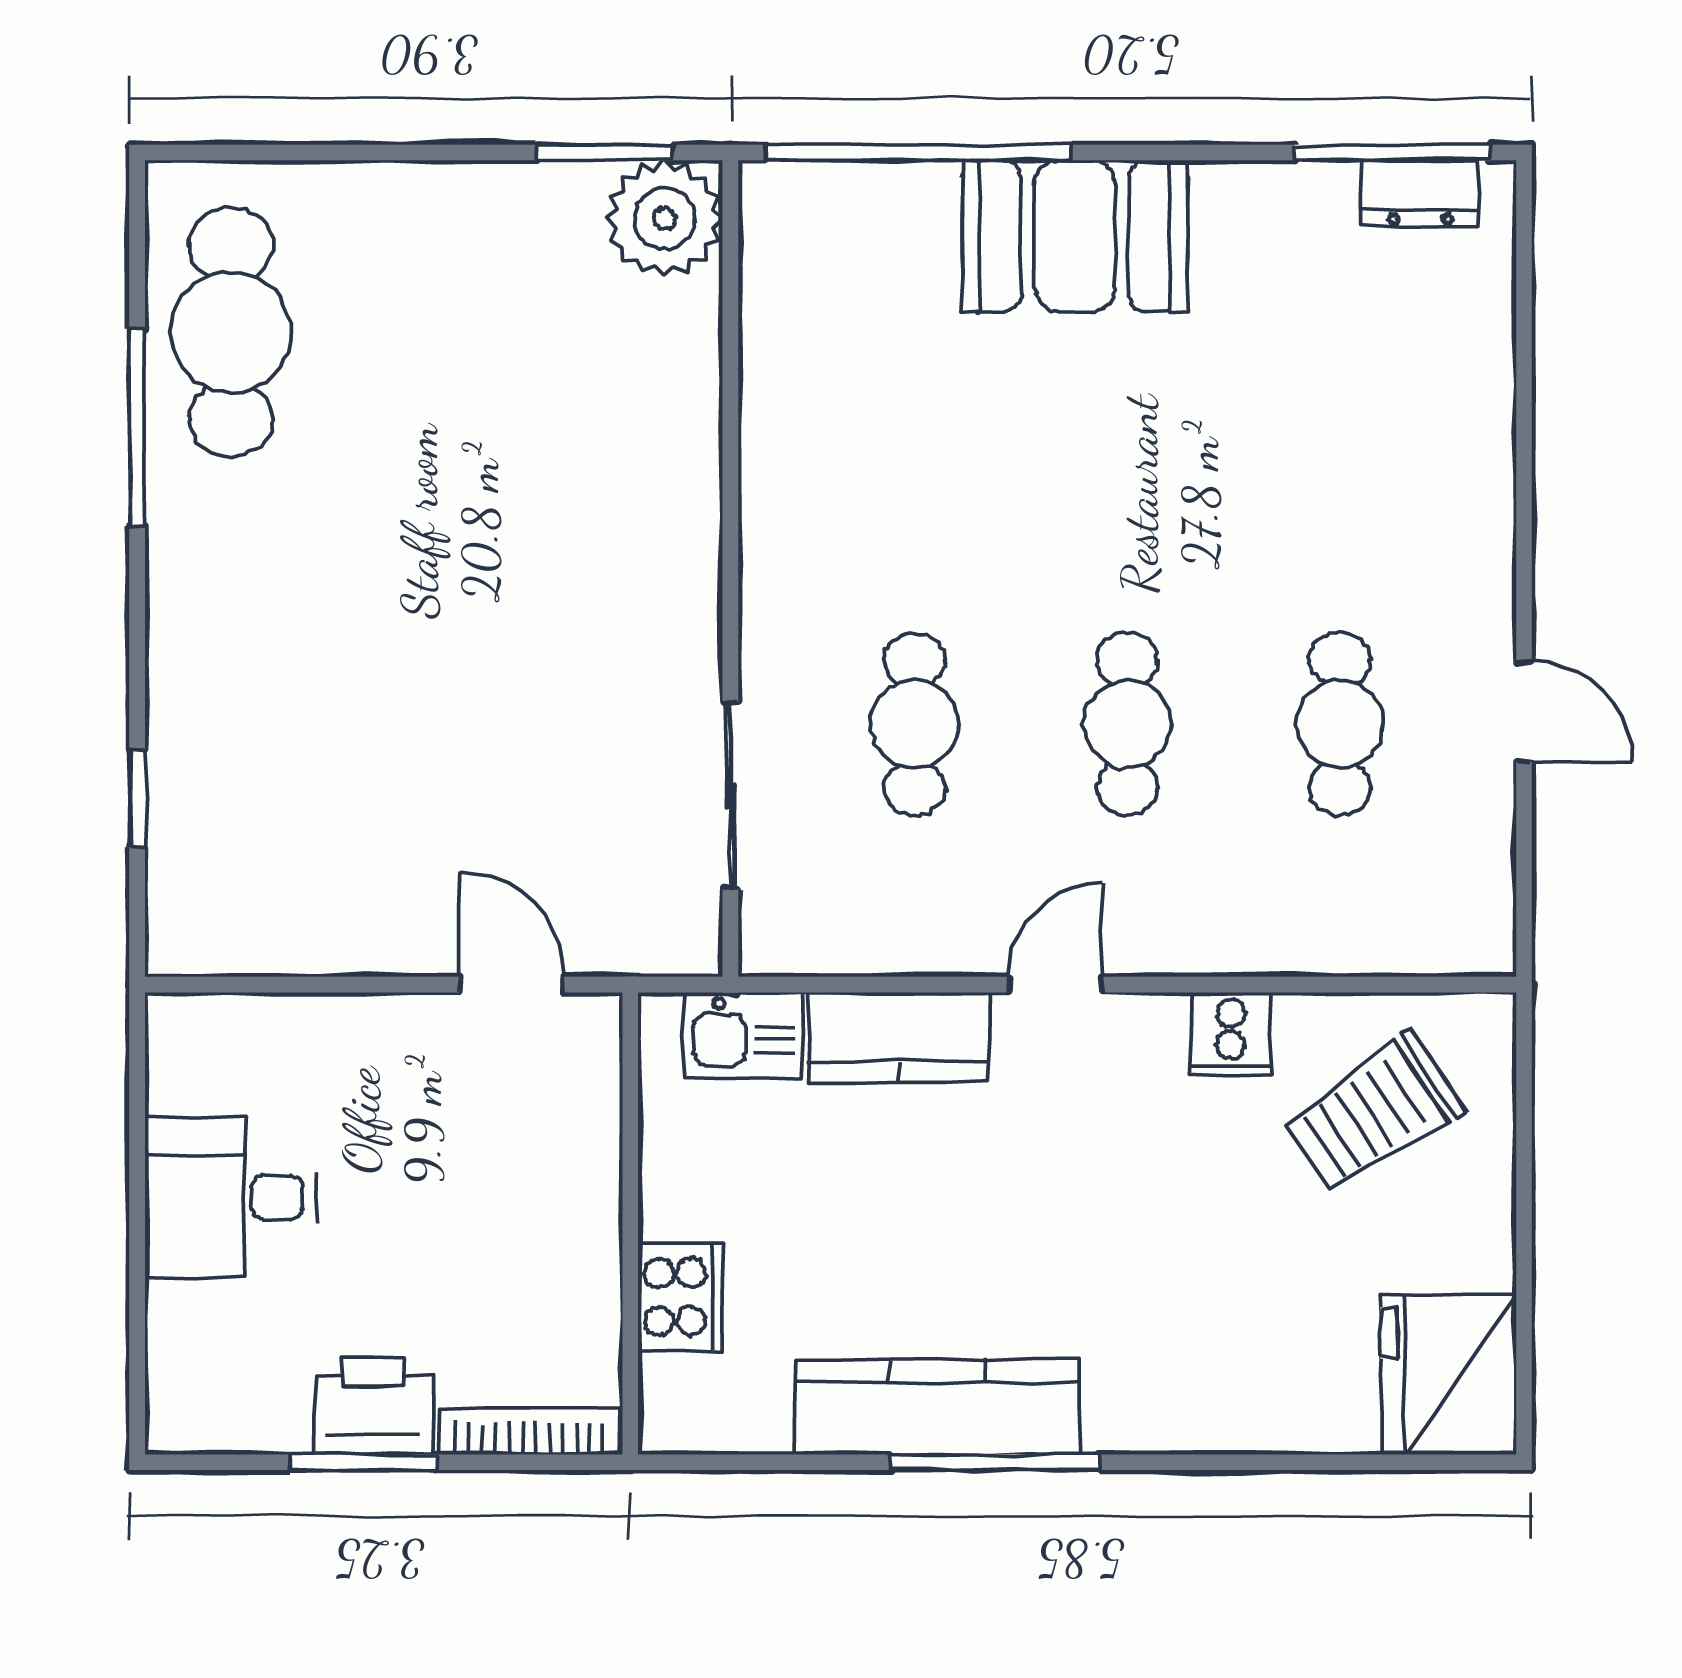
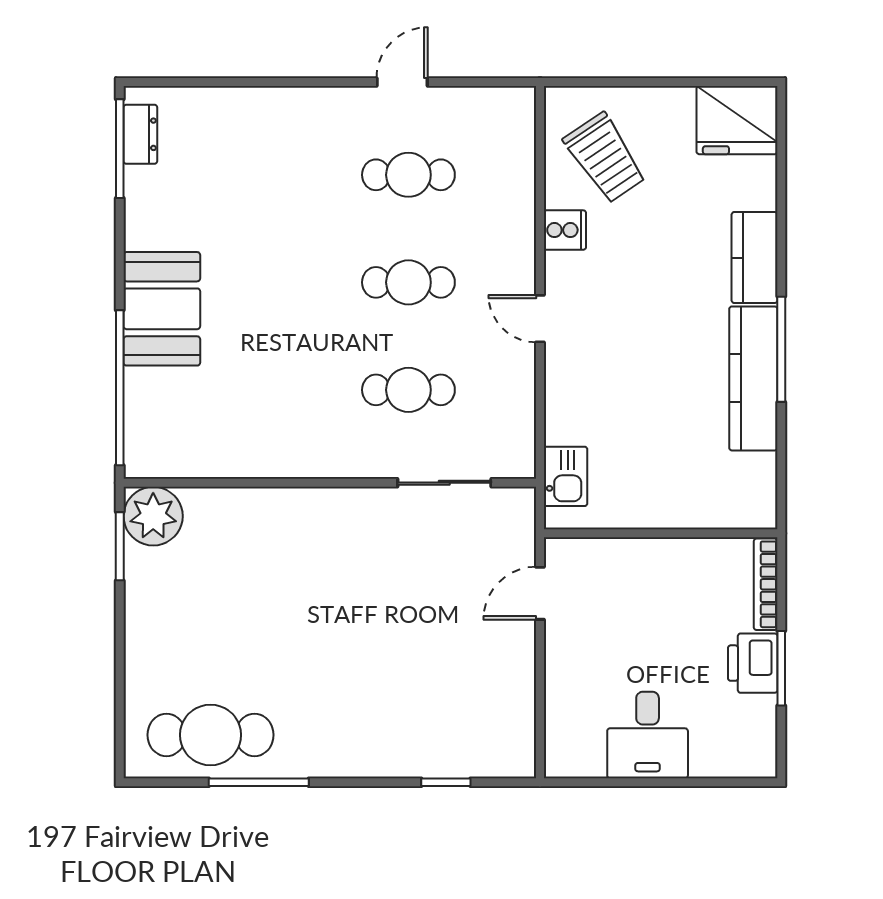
kitchen counter: (899, 1038) -> (755, 258), moved, turned 180
cooker: (680, 1297) -> (698, 508), removed

